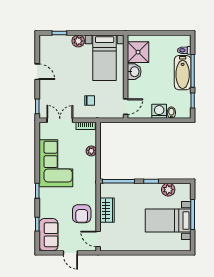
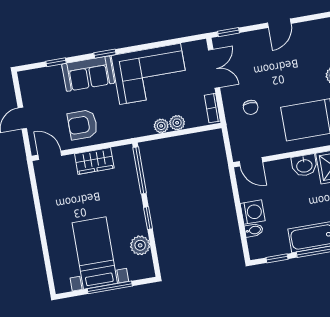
plant: (92, 162) -> (161, 126), added
sofa: (49, 235) -> (88, 74), moved
door: (98, 239) -> (50, 155), hinge flipped

